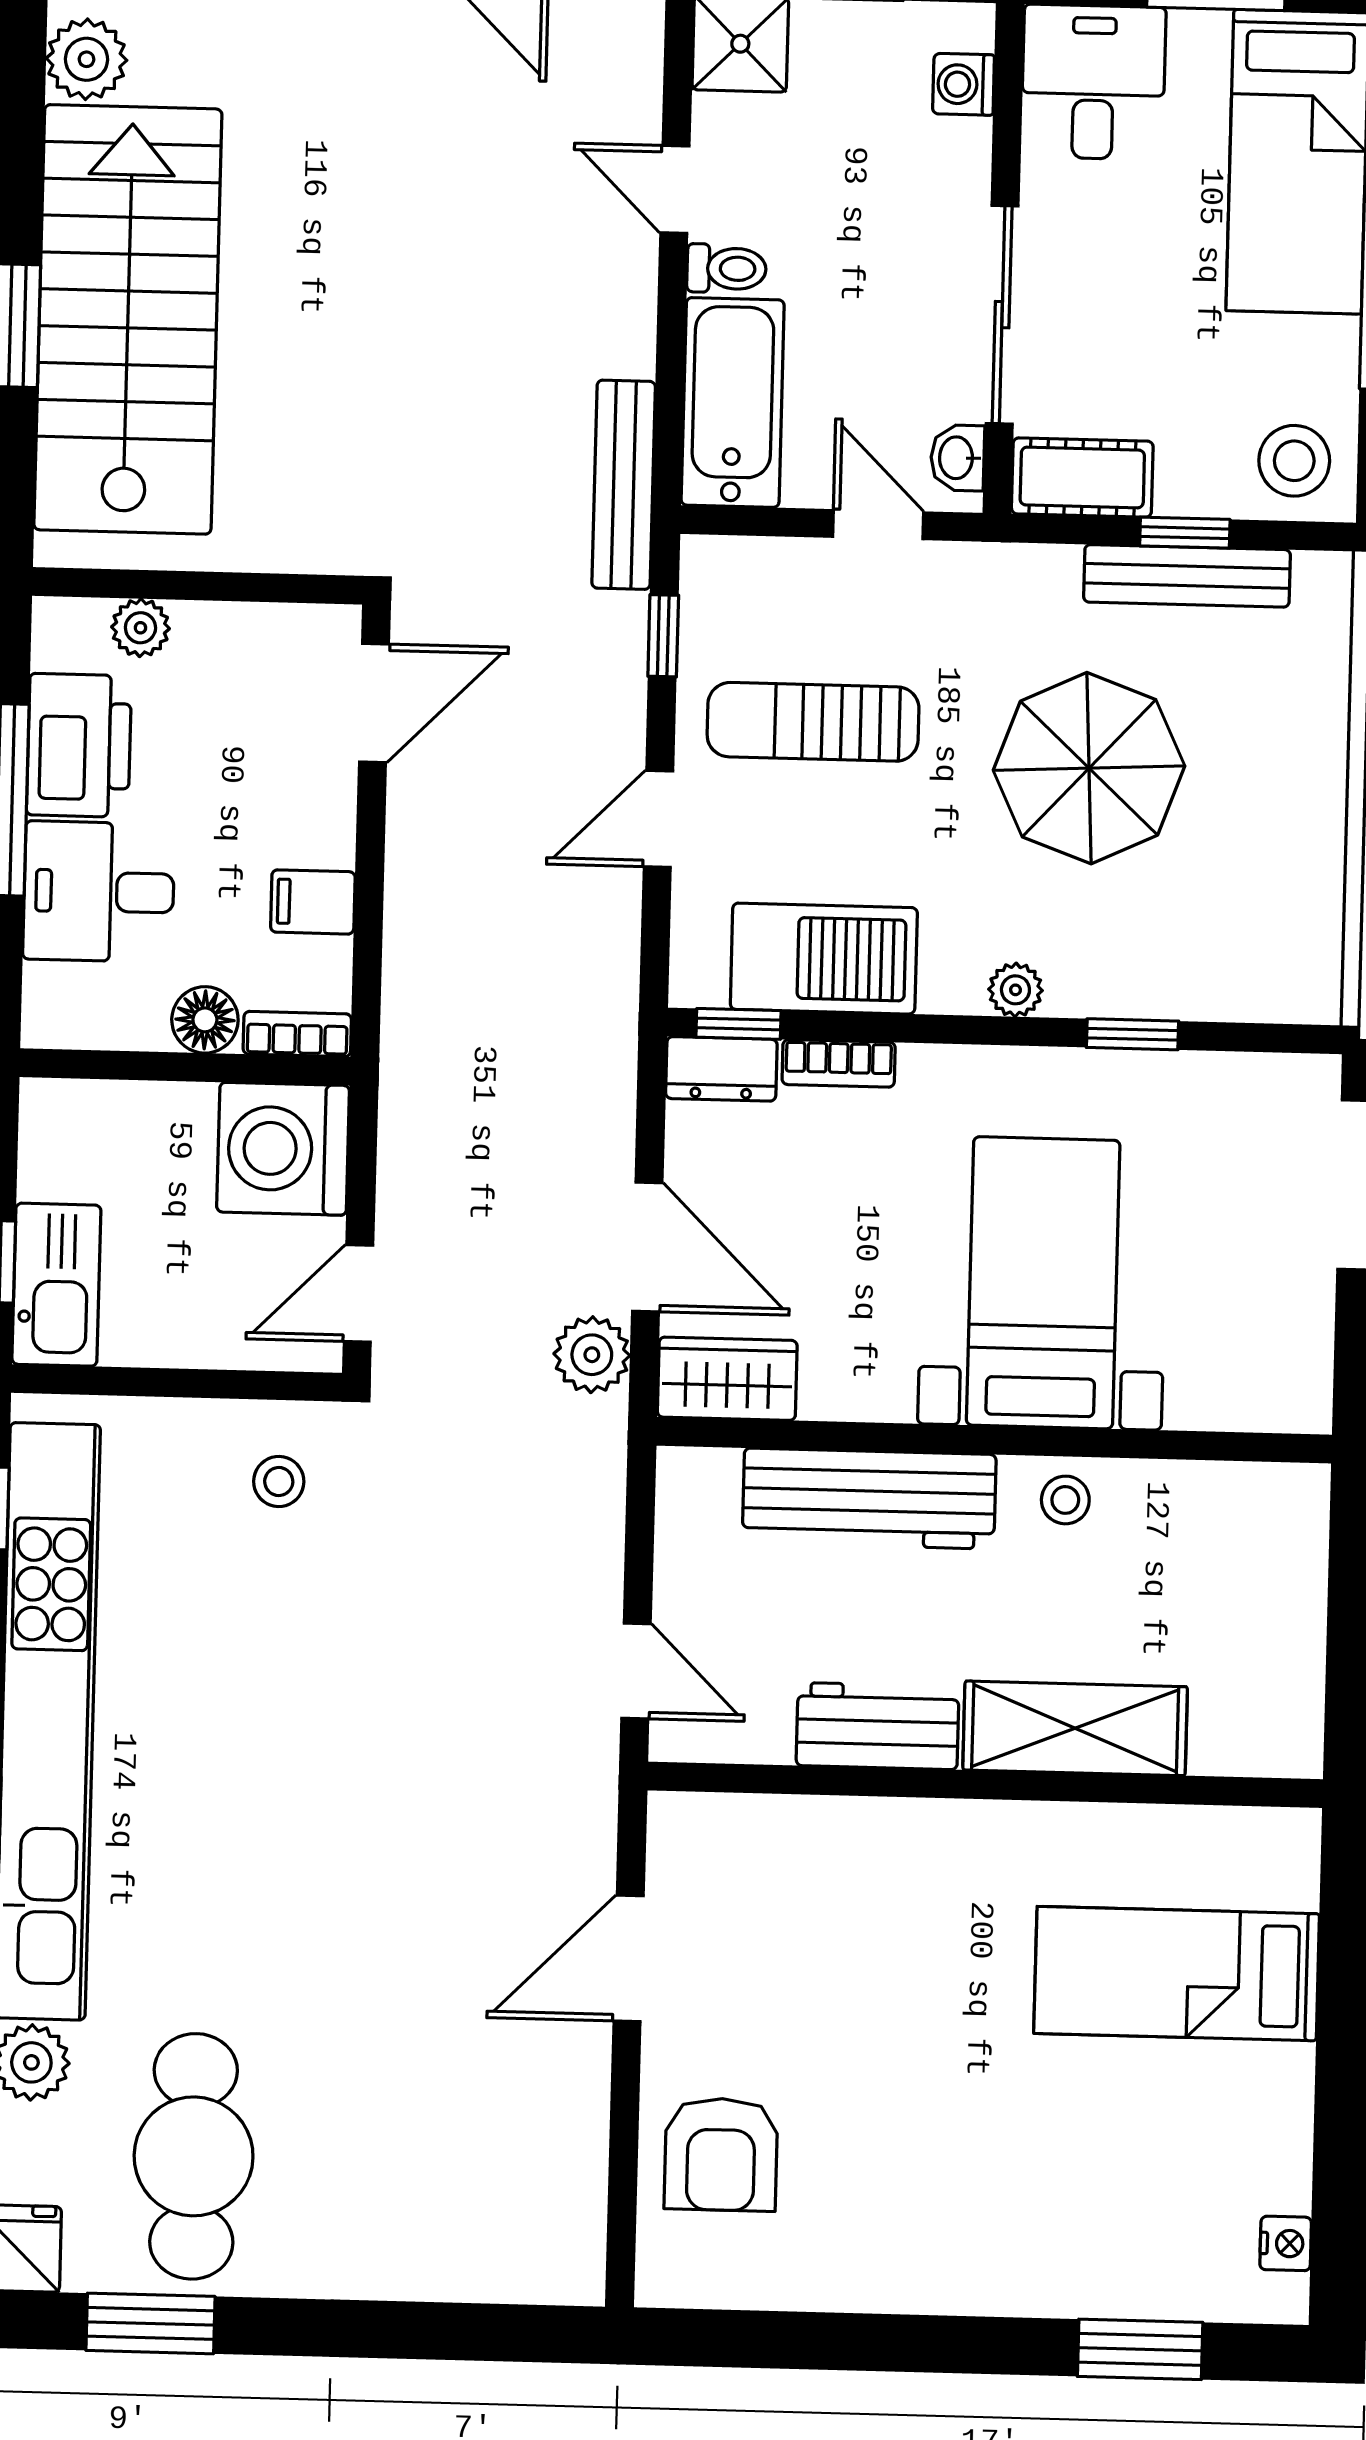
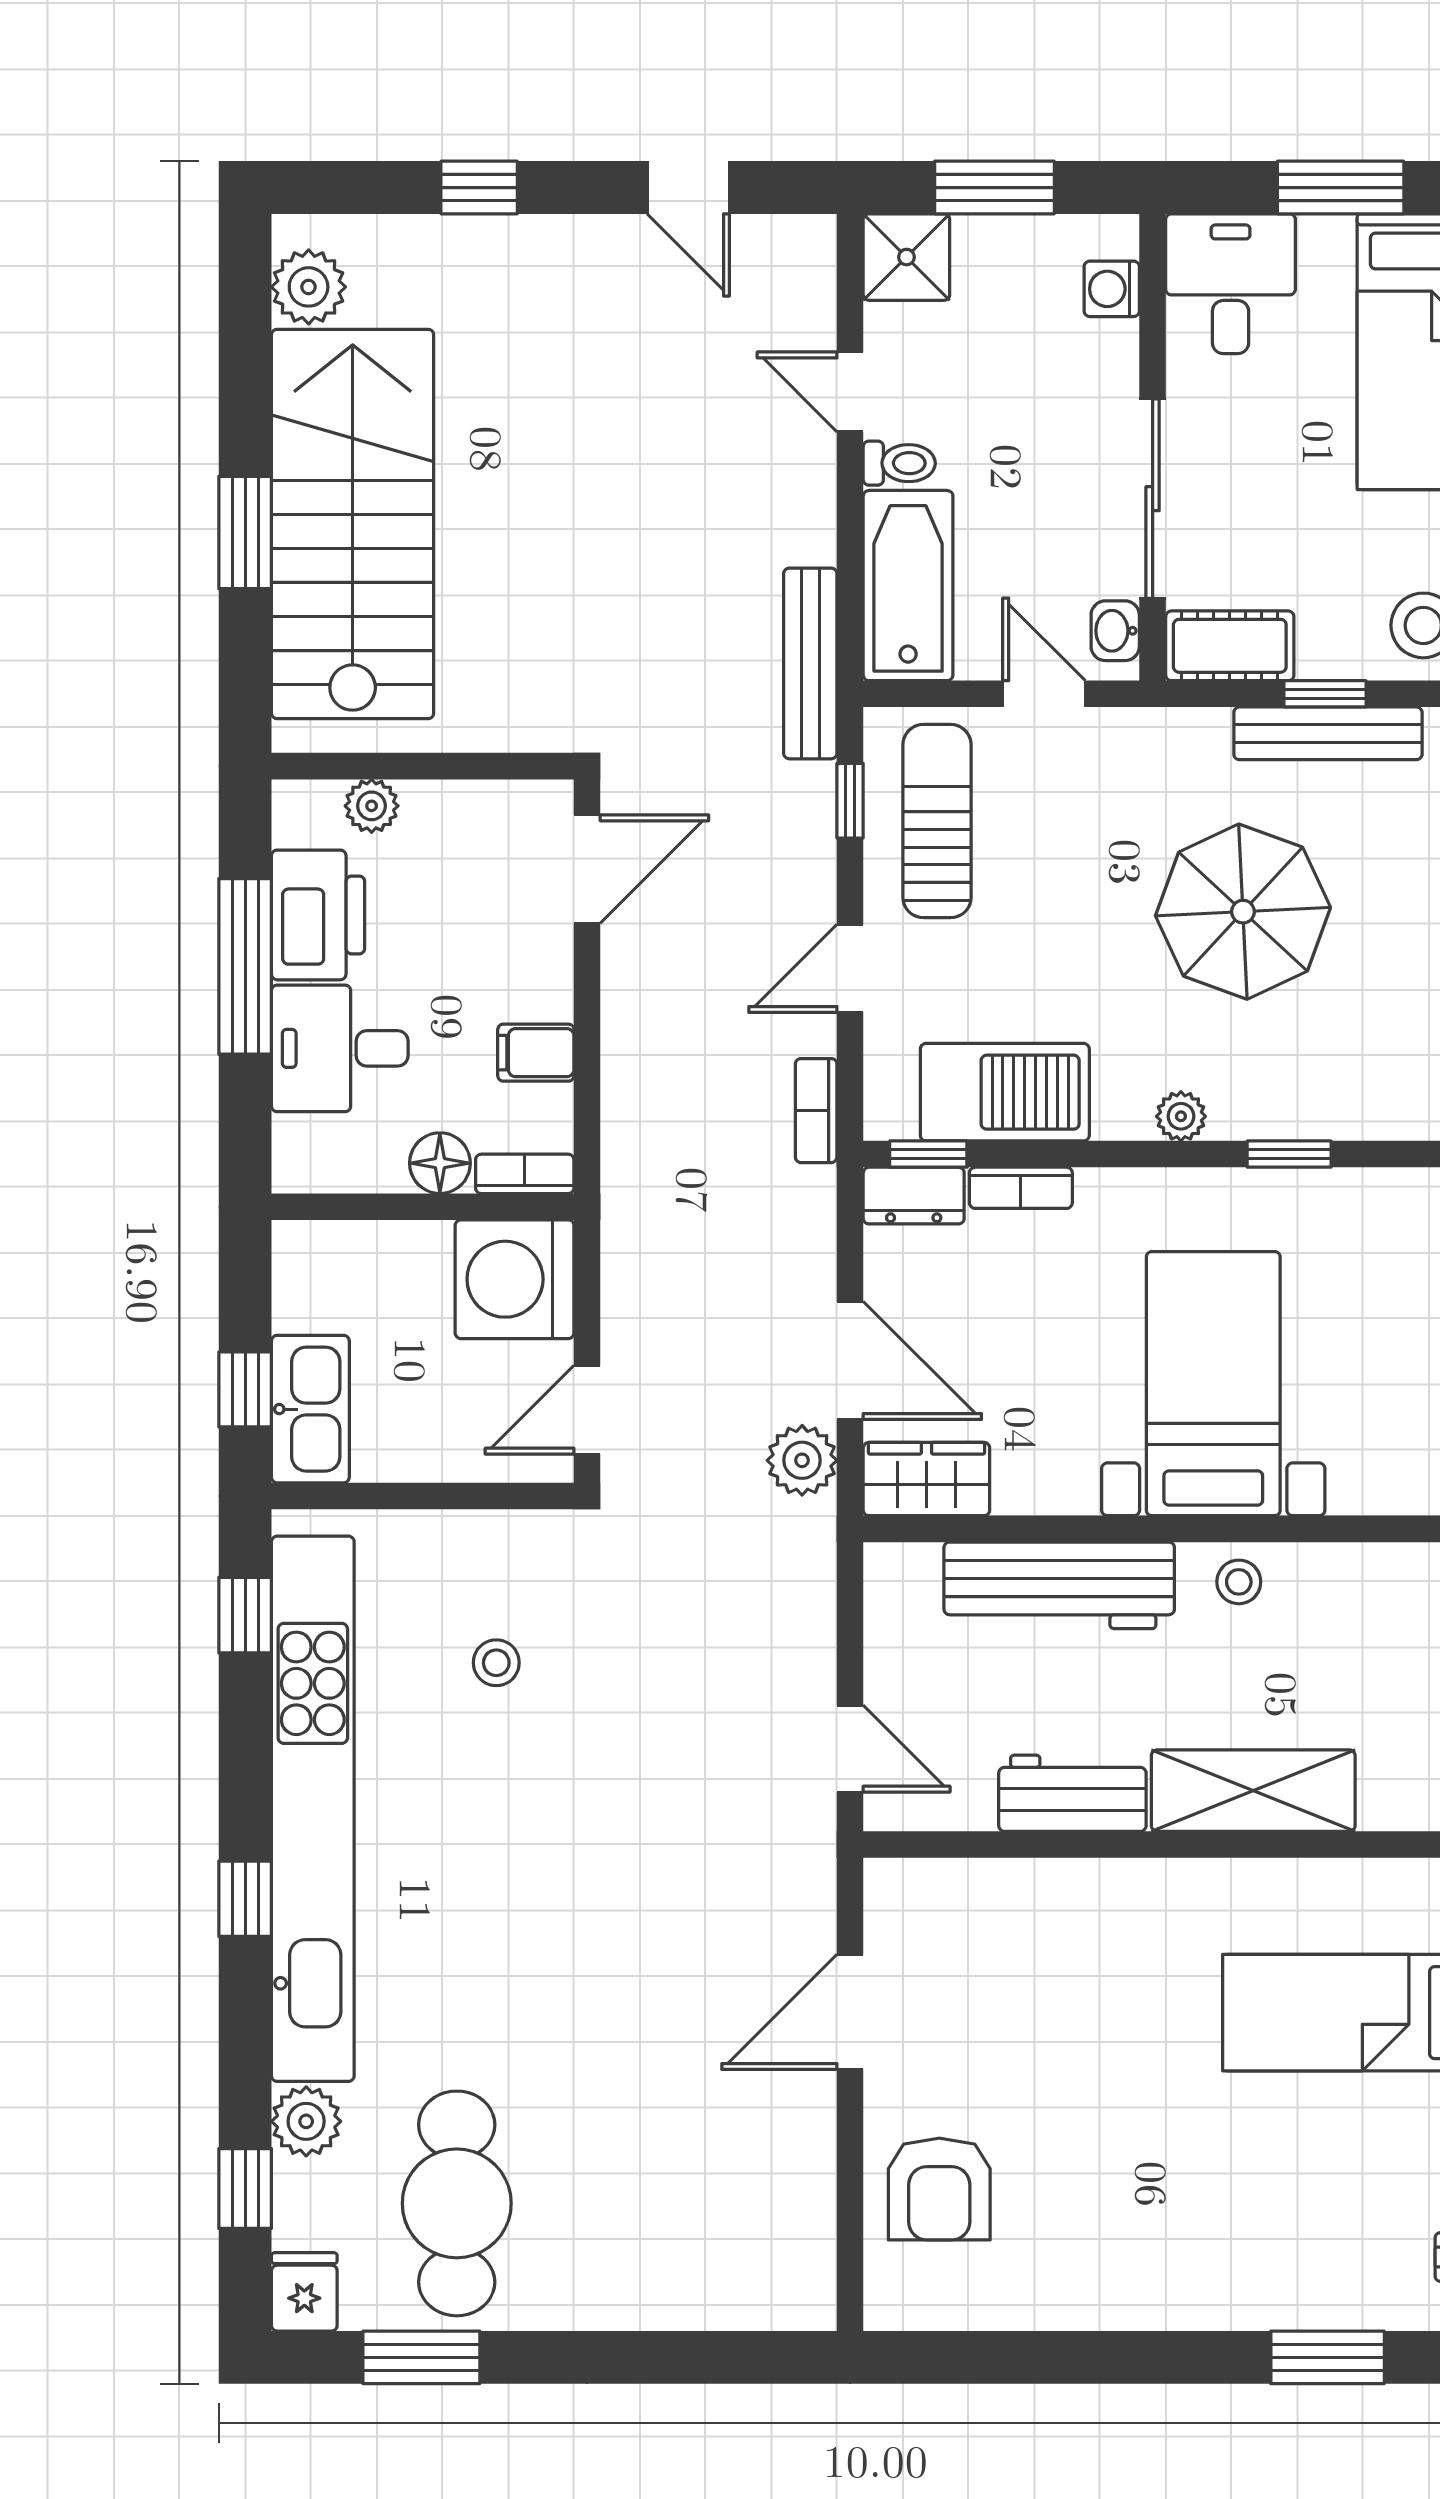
sun lounger: (813, 722) -> (937, 821), moved, turned 90
bookcase: (617, 973) -> (816, 1111), added
stool: (279, 1482) -> (496, 1663), moved

